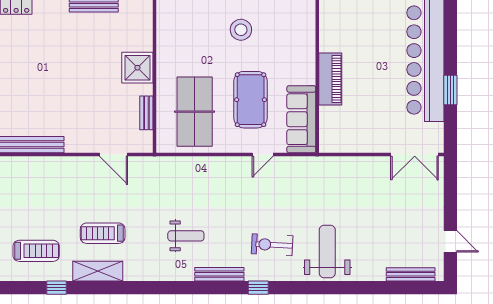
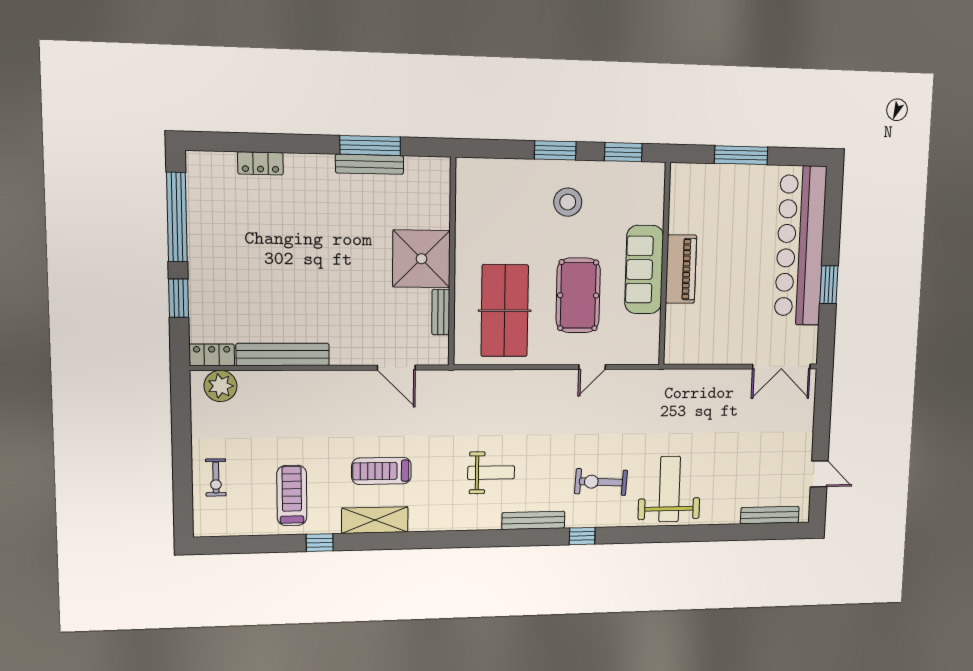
shower: (137, 68) -> (421, 259), width x1.37, depth x1.37
sofa: (301, 119) -> (644, 270), moved
treadmill: (36, 251) -> (292, 495), turned -90

